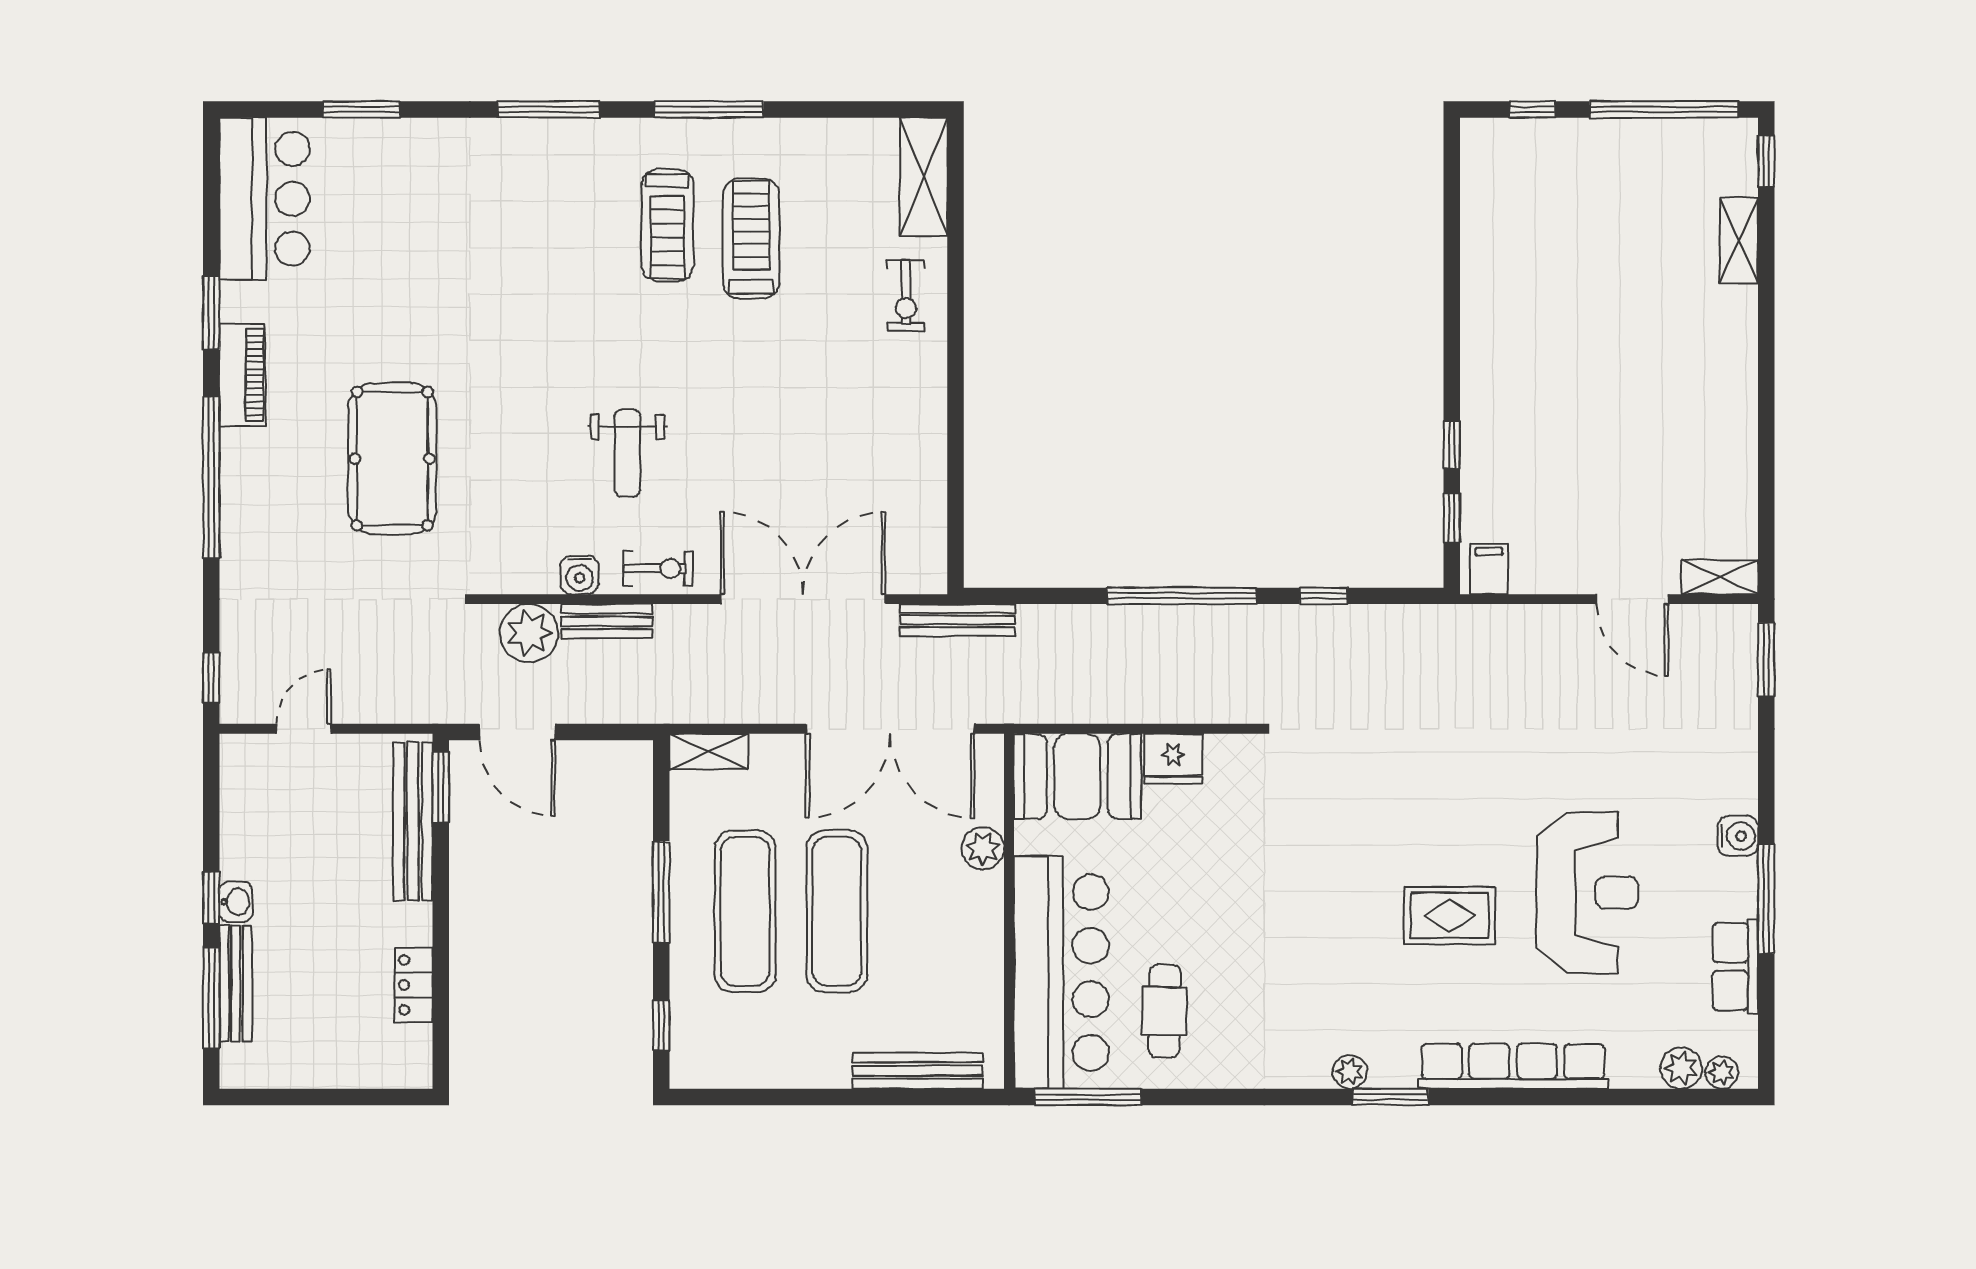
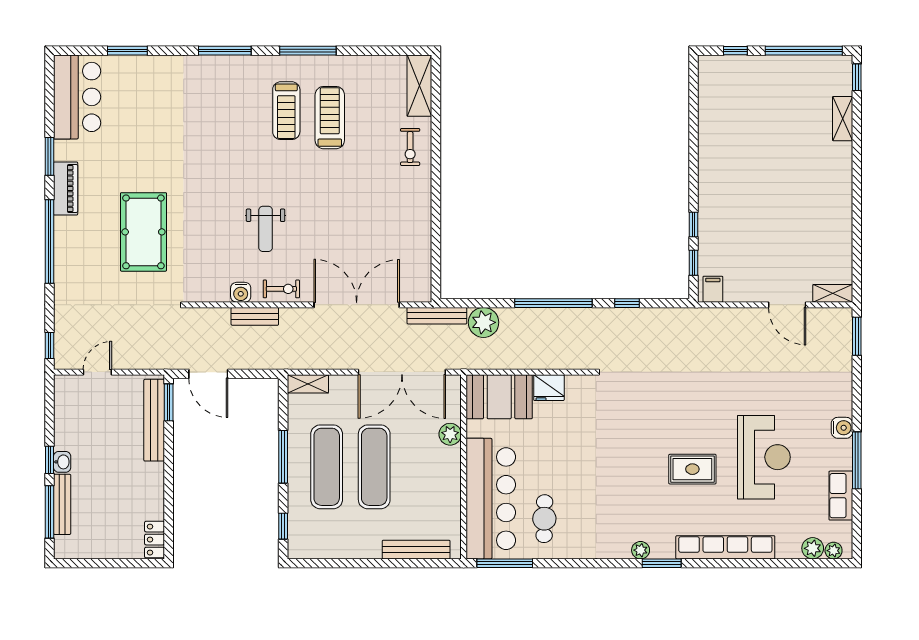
plant: (529, 633) -> (484, 322), moved
locker: (414, 985) -> (155, 540), moved

